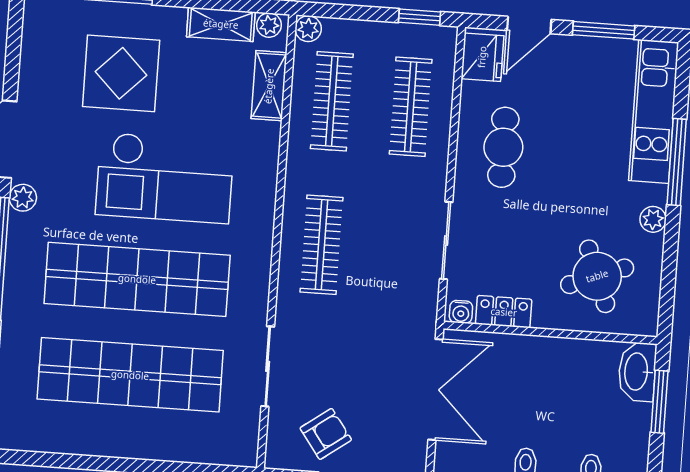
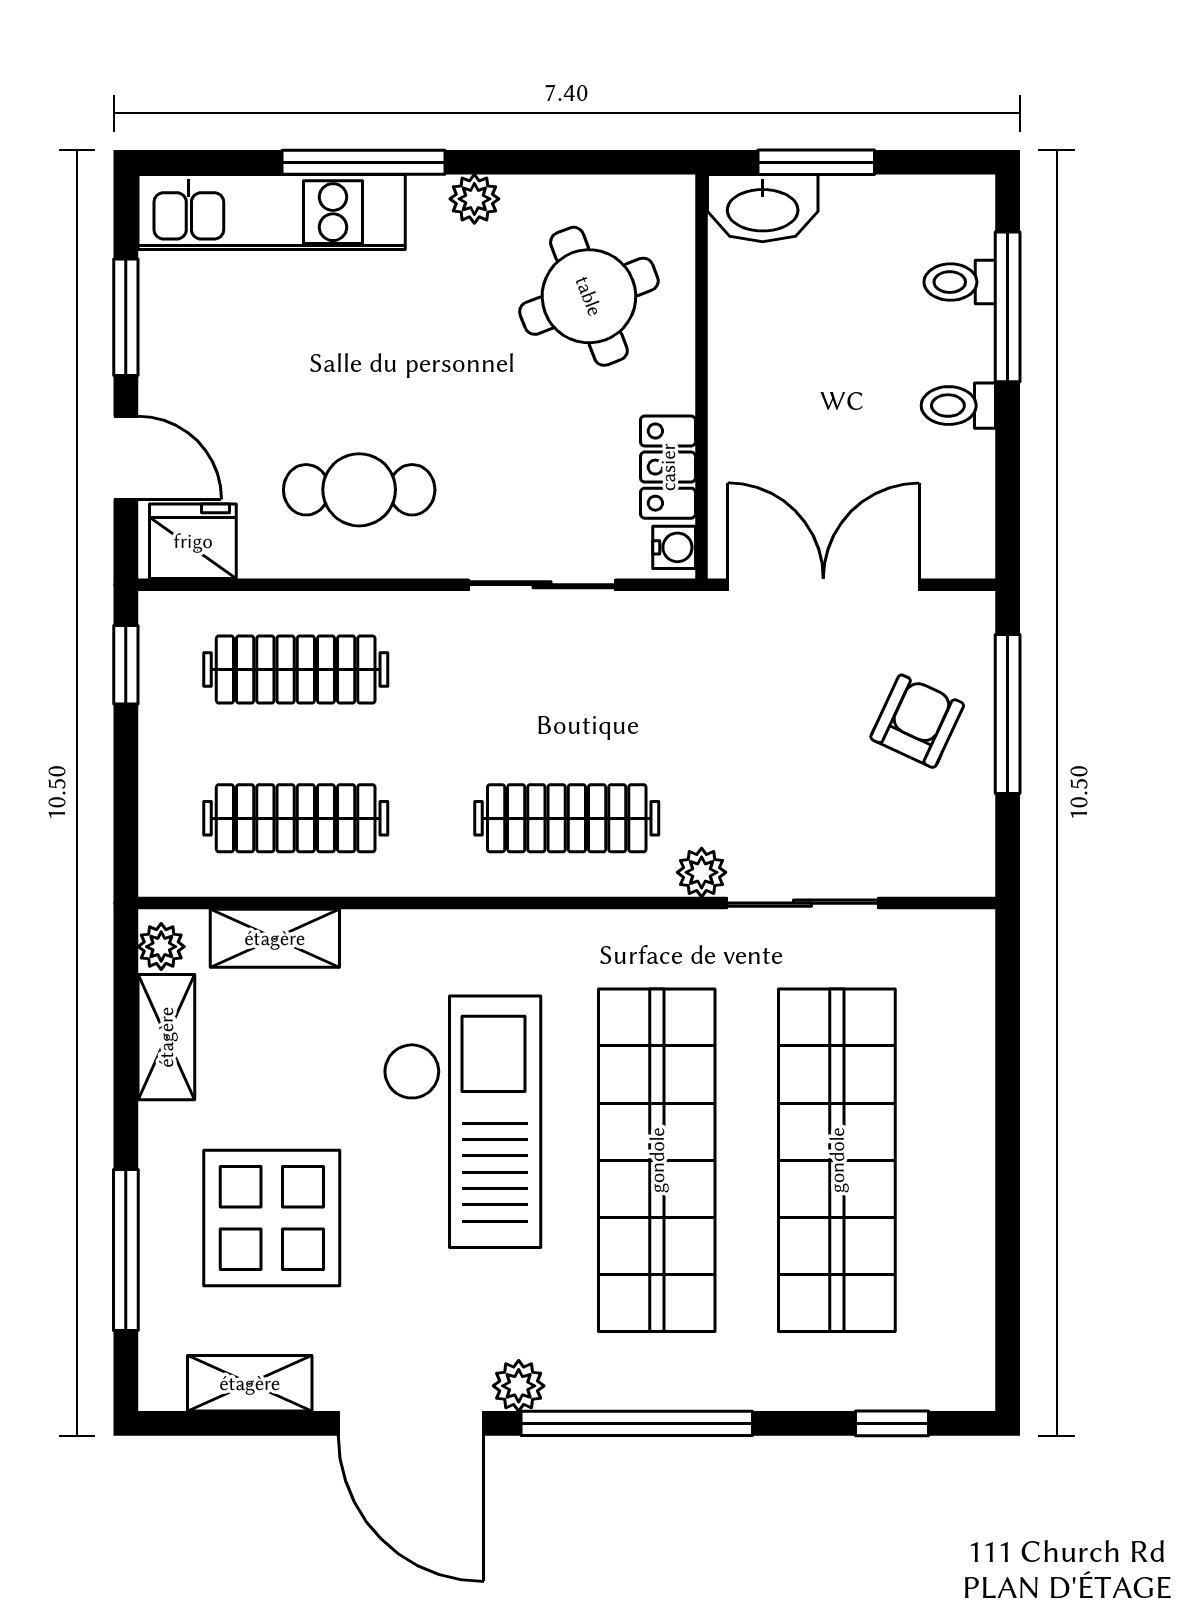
plant: (308, 29) -> (702, 872), moved
shelving: (34, 55) -> (250, 1383), added
armchair: (326, 434) -> (917, 721), moved, turned 61

